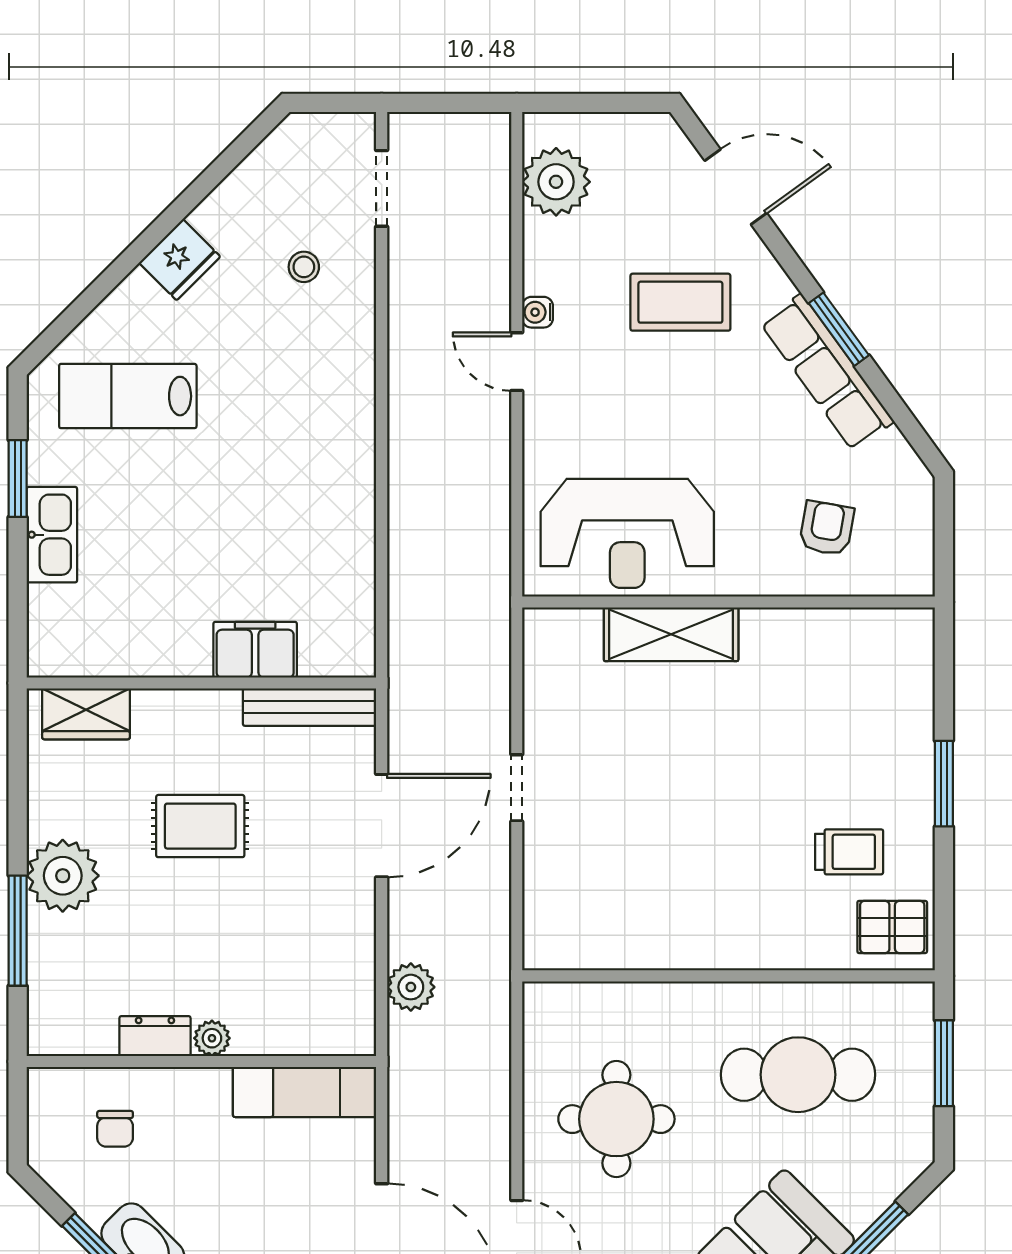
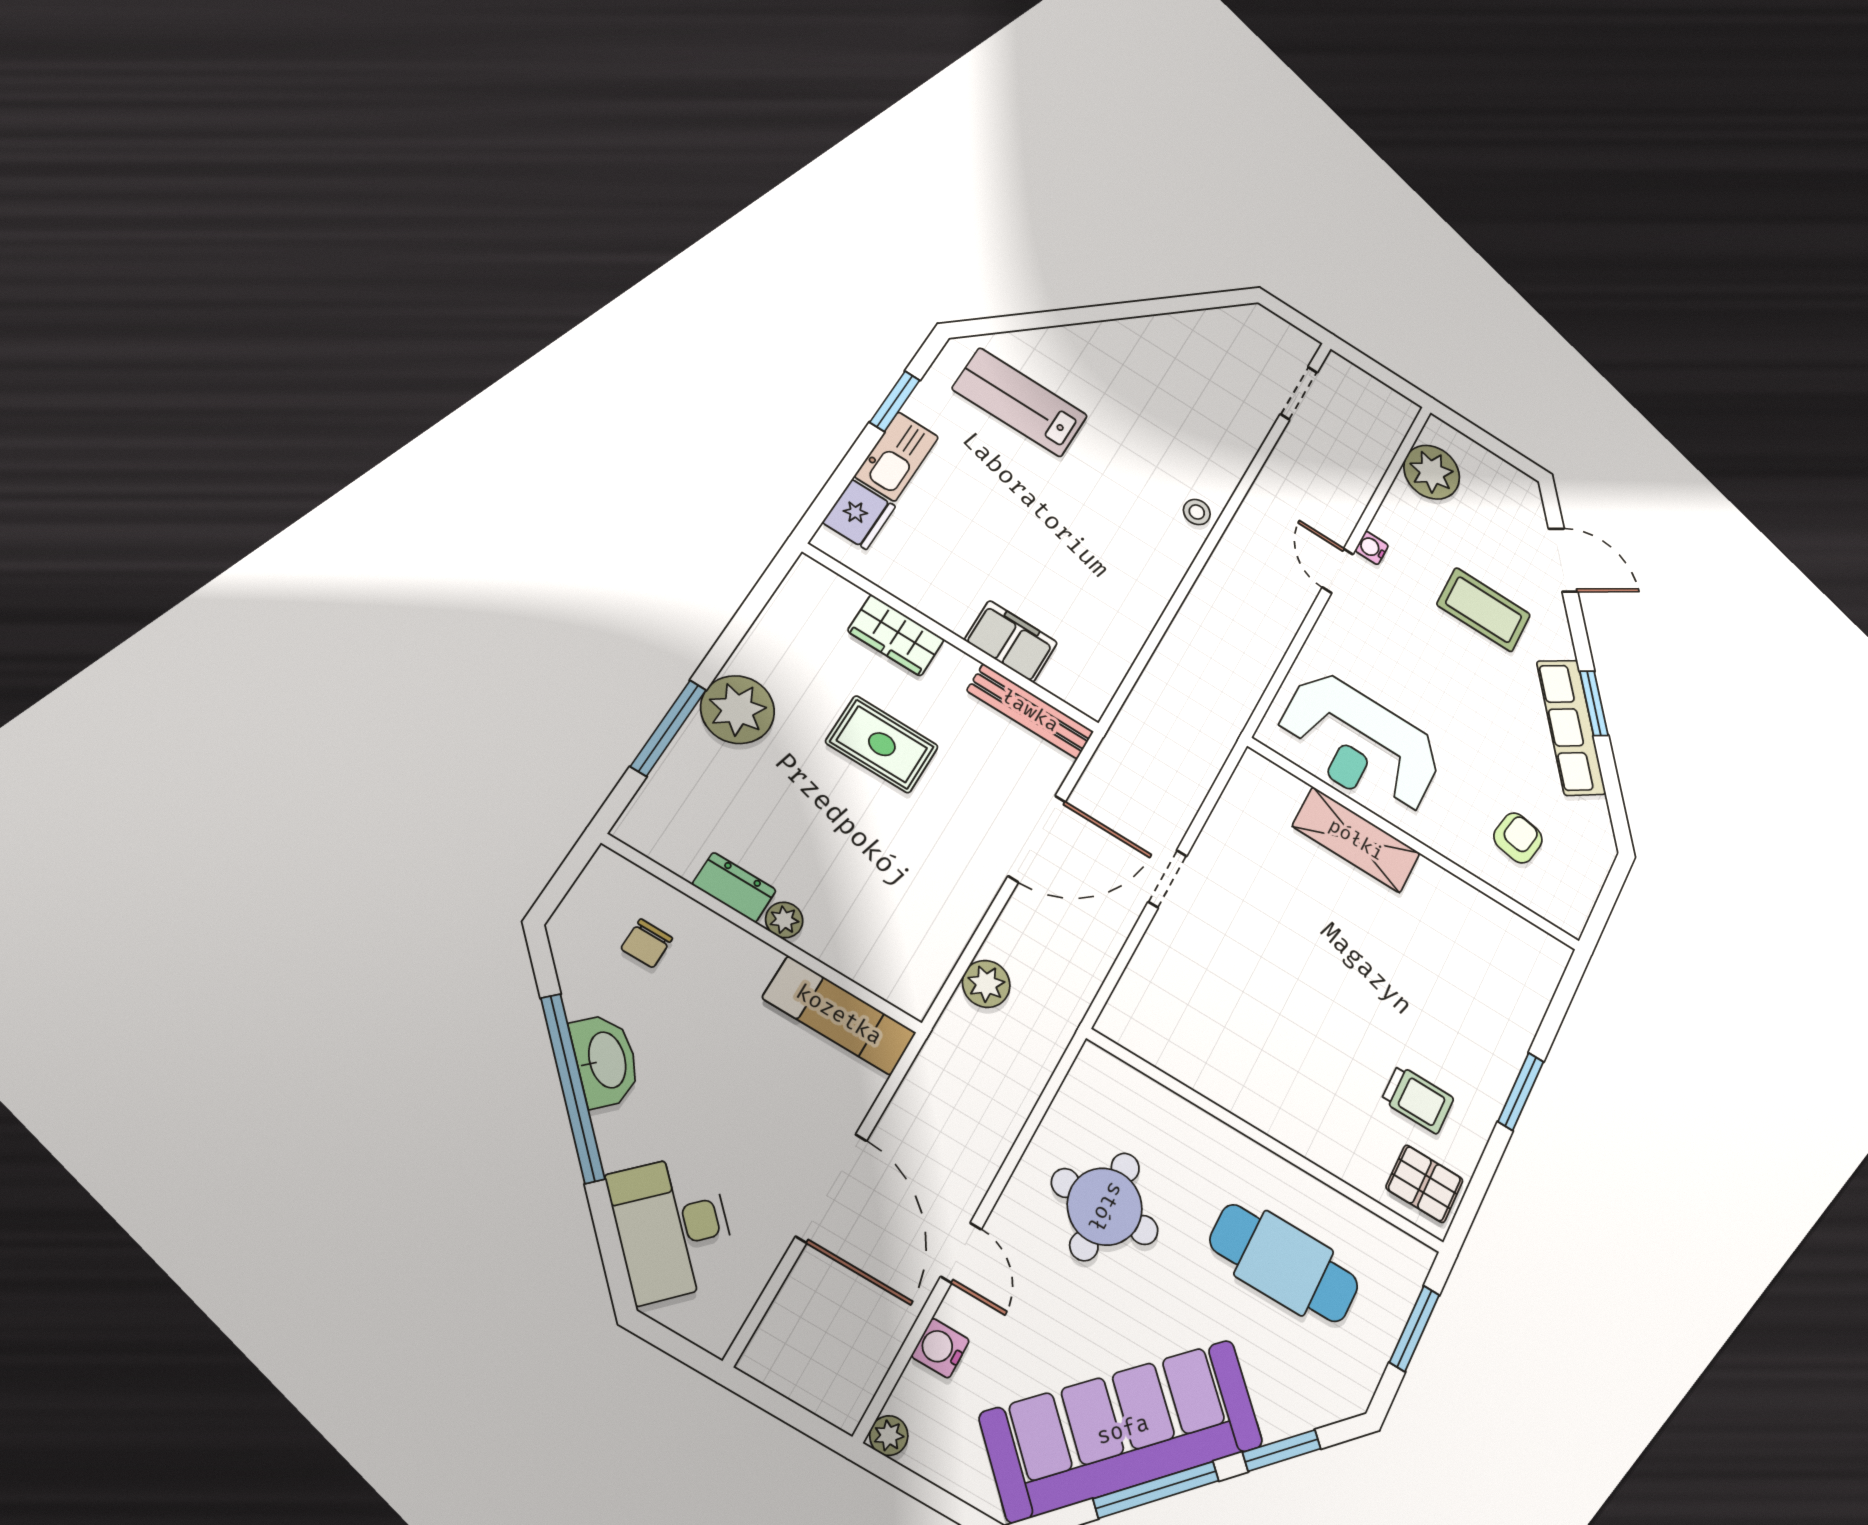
fridge: (180, 260) -> (859, 514), moved, turned -45
stool: (304, 267) -> (1197, 512), moved
wardrobe: (86, 714) -> (896, 635), moved

